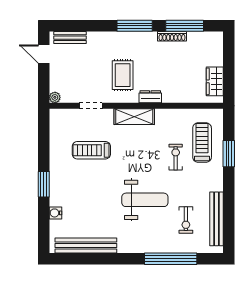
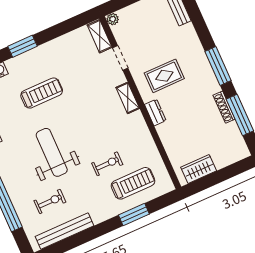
shelving: (64, 115) -> (100, 36), added
shelving: (134, 117) -> (128, 98), width x0.67, depth x0.75
treadmill: (91, 150) -> (42, 93), moved, turned 90
weight bench: (145, 200) -> (52, 152), turned 180
exercise bike: (186, 220) -> (50, 201), turned 180

